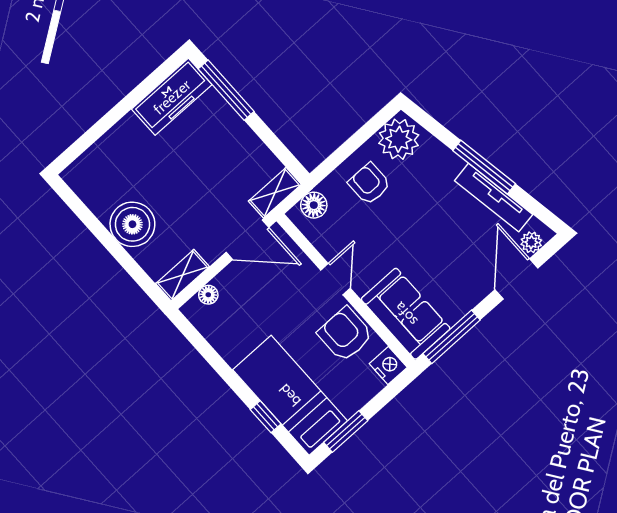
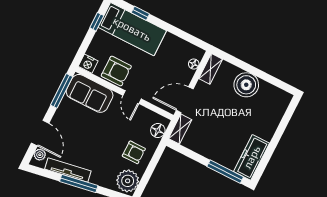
window: (346, 432) -> (97, 22), width x0.67

